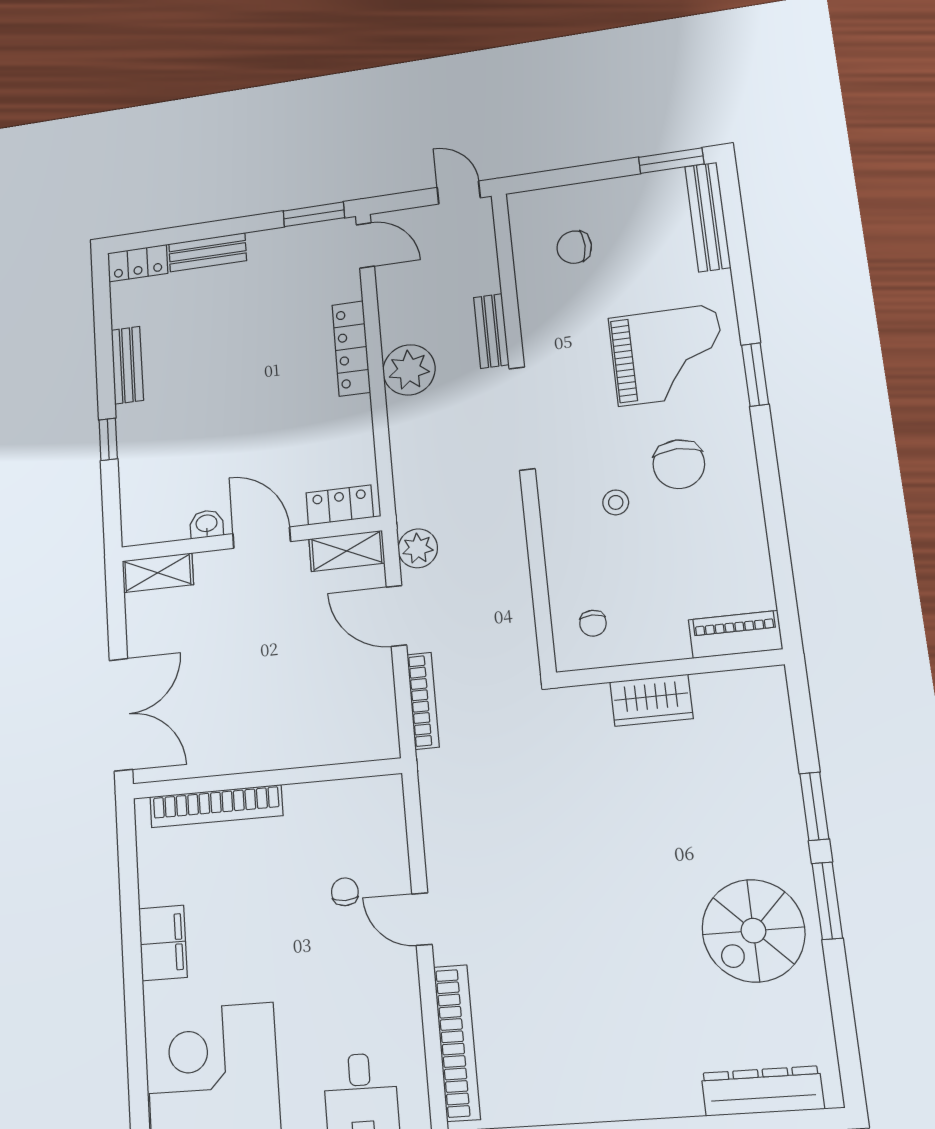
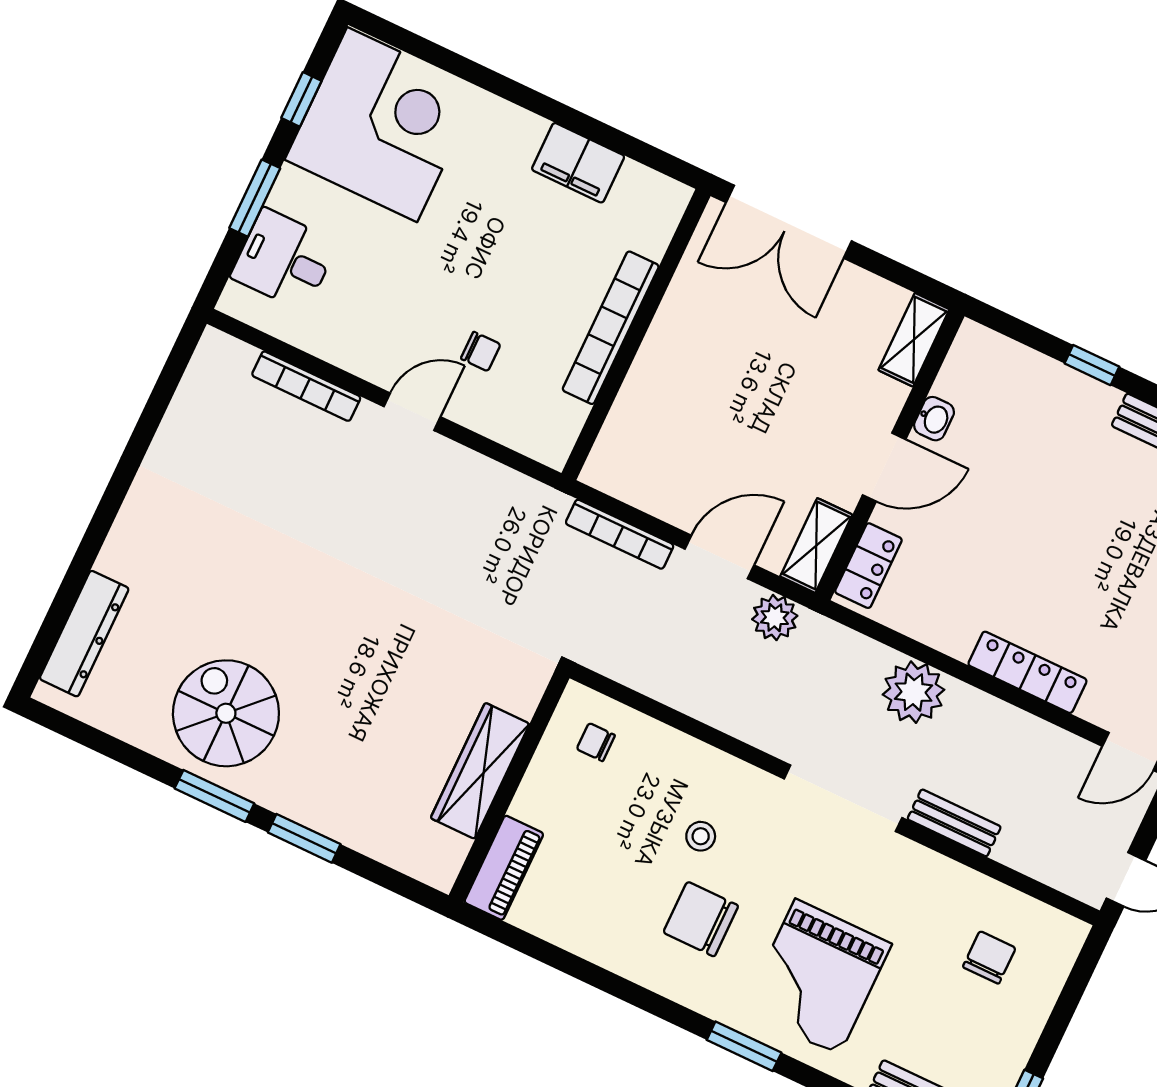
plant: (409, 370) -> (914, 692), moved
wardrobe: (651, 700) -> (480, 771), width x1.50
bookcase: (216, 806) -> (611, 328), moved
filing cabinet: (163, 943) -> (578, 163), moved
bookcase: (457, 1043) -> (306, 386), width x0.68, depth x0.76

